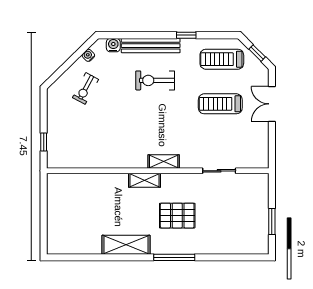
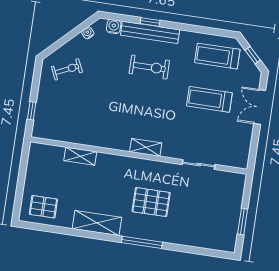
window: (186, 35) -> (150, 22), moved
exercise bike: (155, 80) -> (149, 67), turned 180
exercise bike: (85, 89) -> (67, 69), moved, turned -143
shelving: (145, 180) -> (80, 156), moved
pallet: (70, 236) -> (43, 207), added

